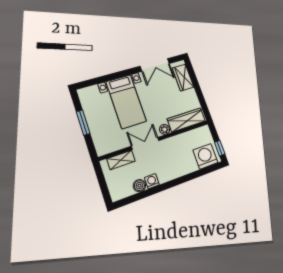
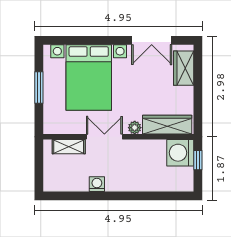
bed with nightstands: (126, 101) -> (89, 77), width x1.36
window: (220, 148) -> (198, 160), moved
washing machine: (205, 156) -> (180, 153), moved, turned -90
boiler: (139, 186) -> (80, 184), removed

